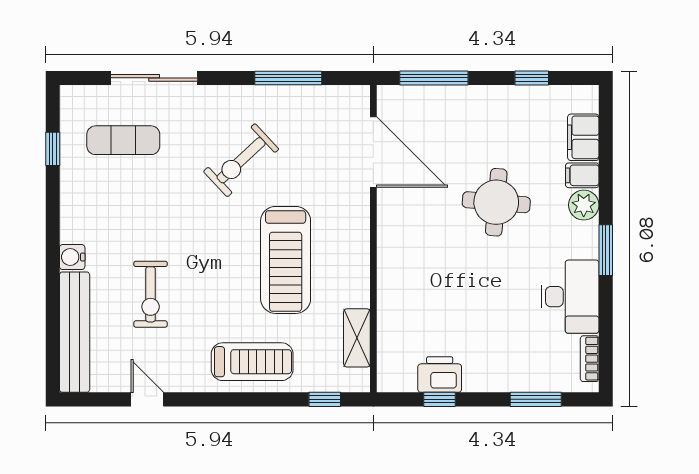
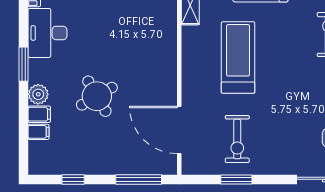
window: (288, 78) -> (236, 179), width x0.69
filing cabinet: (583, 137) -> (39, 132), width x0.50
exercise bike: (241, 160) -> (237, 139), moved, turned 133
round table: (496, 202) -> (97, 96), turned -35

